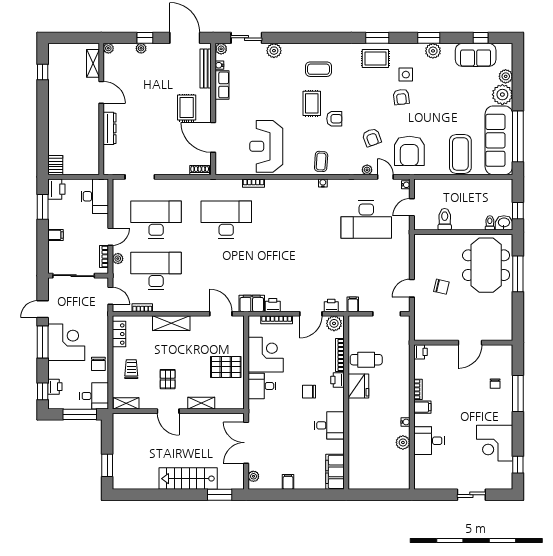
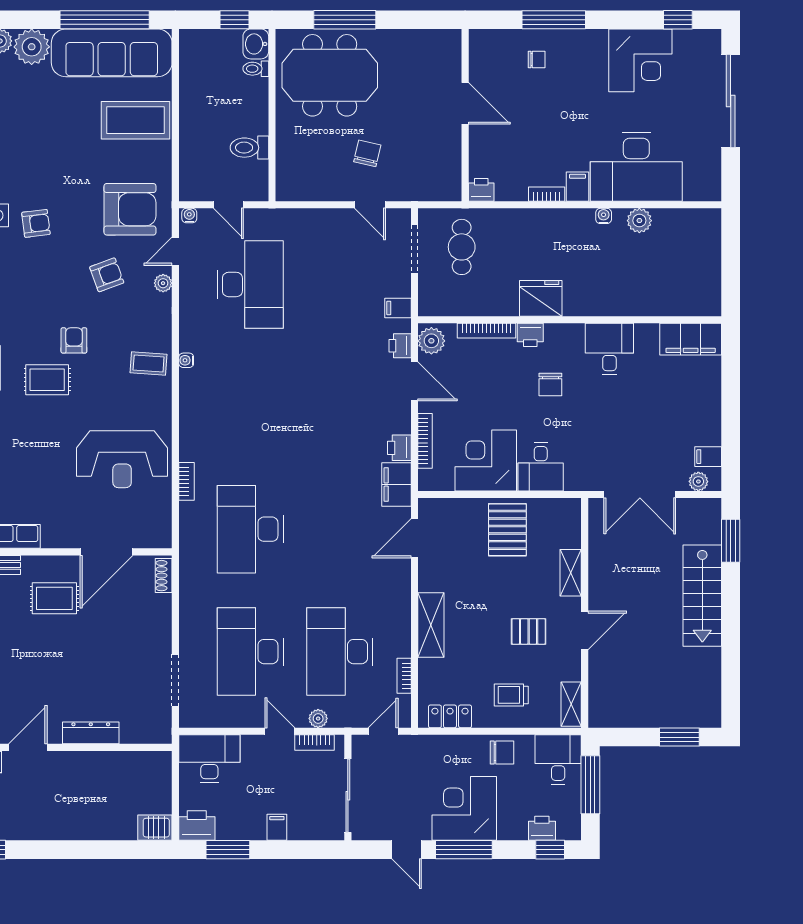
cafe table: (366, 360) -> (462, 247), moved
desk: (429, 441) -> (636, 167), width x1.87, depth x1.30
filing cabinet: (288, 482) -> (708, 457), moved
sliding door: (471, 495) -> (731, 101), width x1.86

